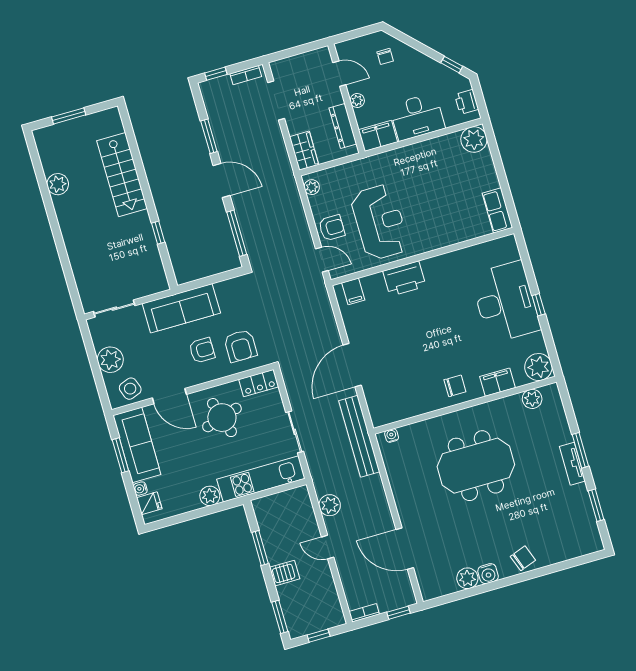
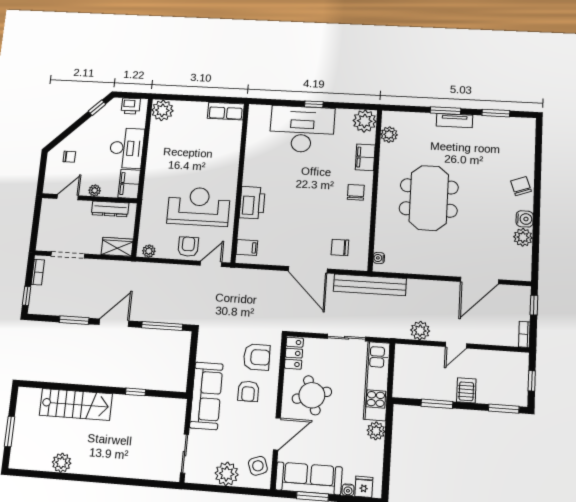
armchair: (202, 350) -> (248, 391), turned 180
chair: (388, 391) -> (340, 247), added

